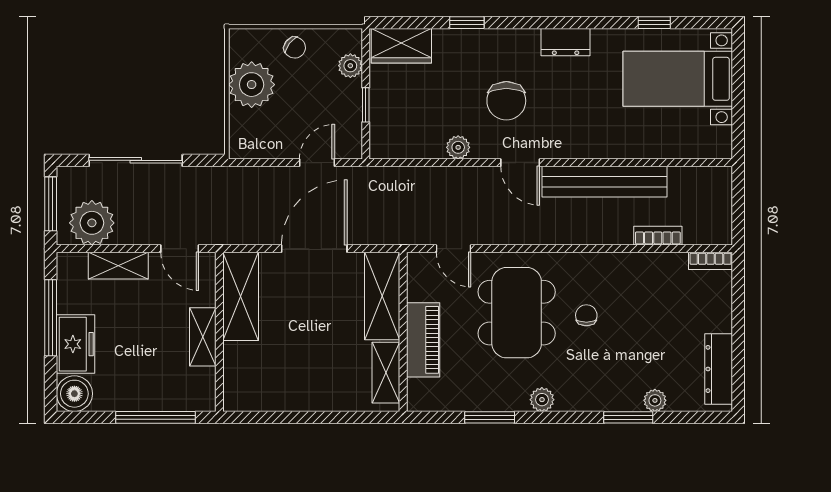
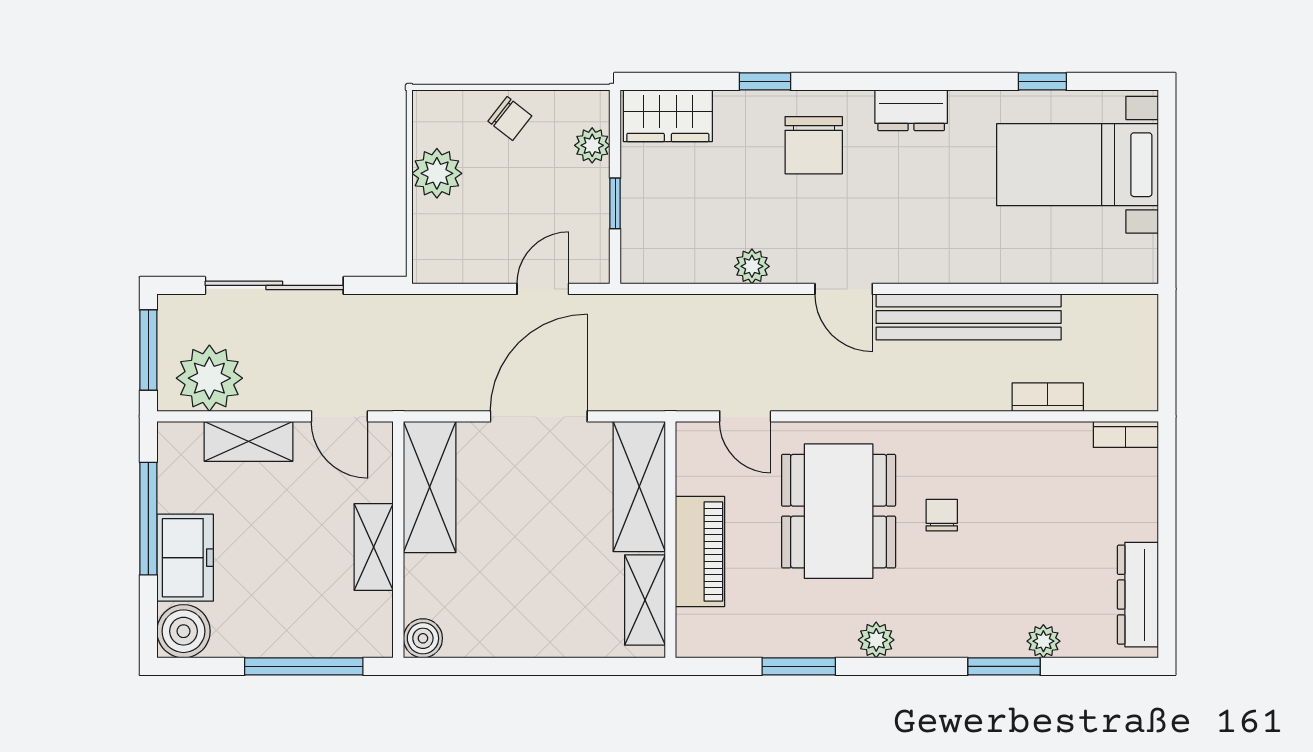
plant: (252, 85) -> (437, 173), width x0.73, depth x0.73
chair: (506, 101) -> (814, 145), moved
boiler: (236, 398) -> (423, 638), added

